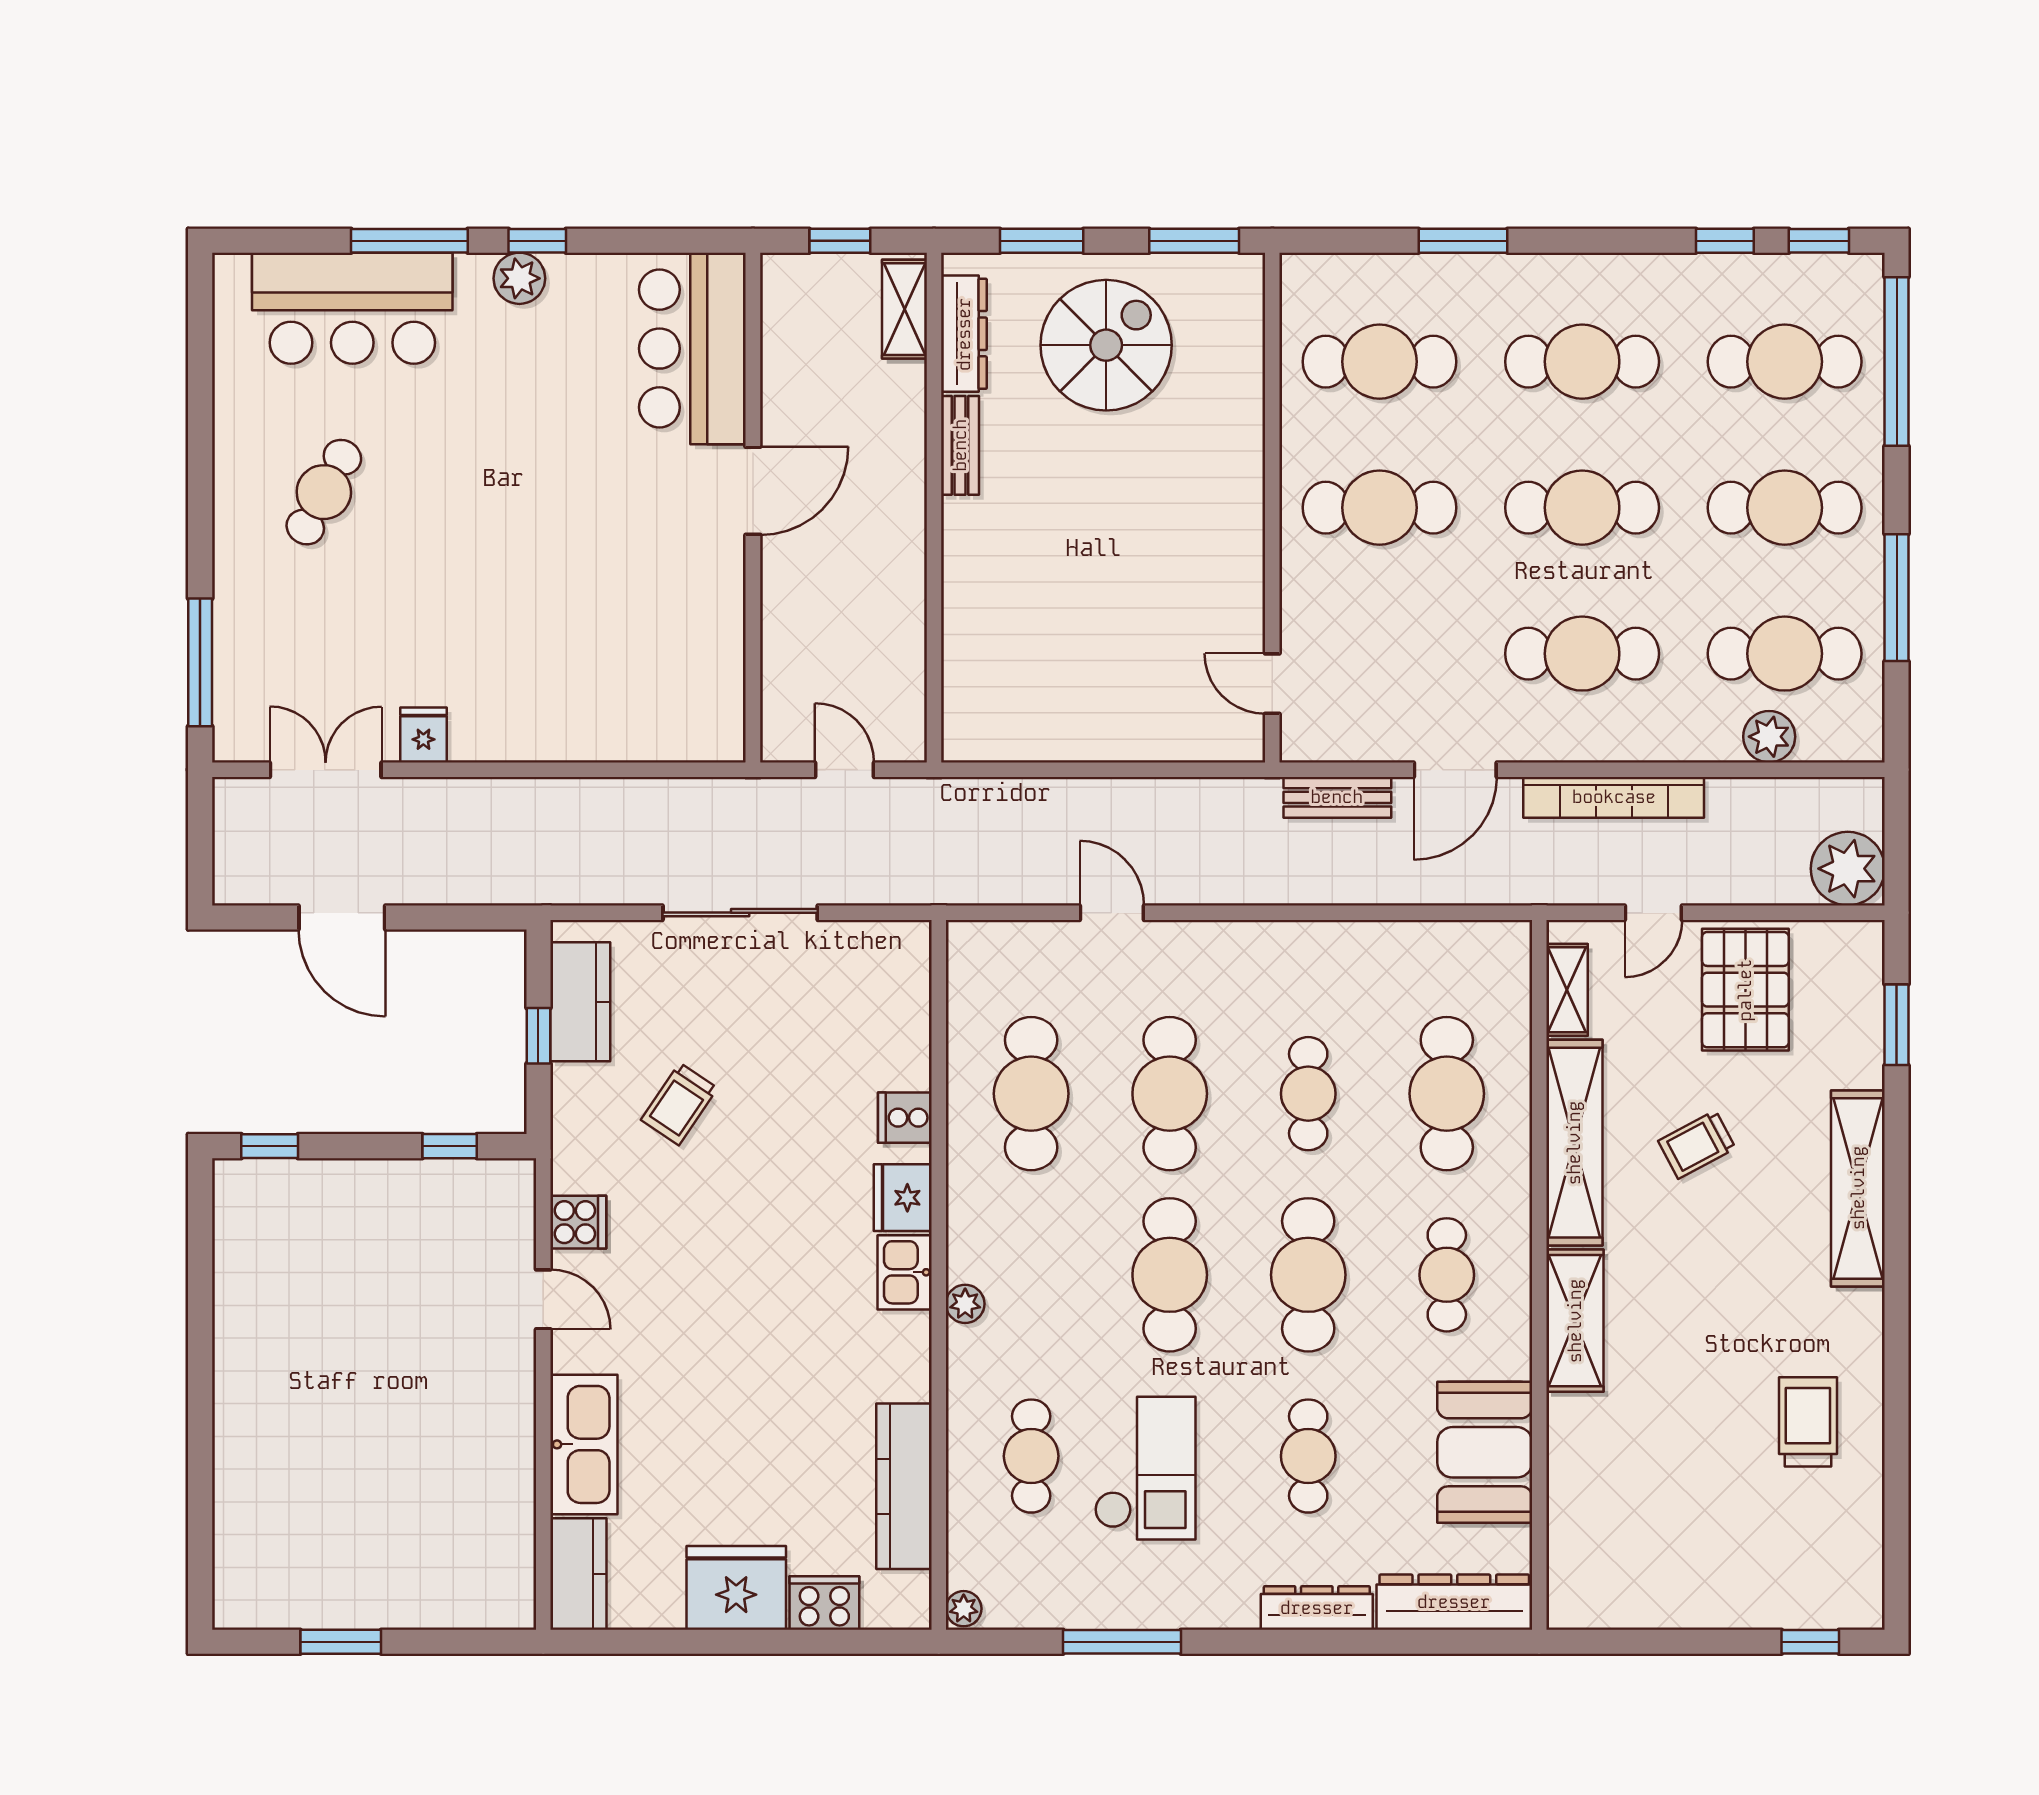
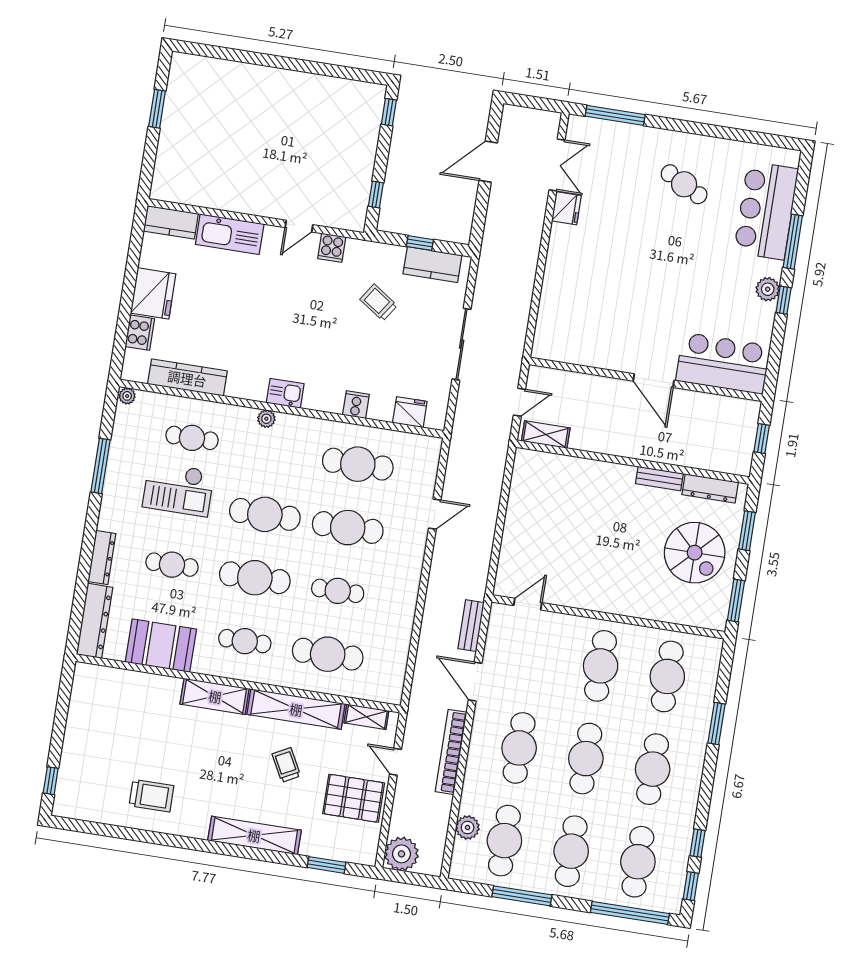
shelving: (905, 309) -> (546, 435), moved
fridge: (423, 735) -> (566, 208), width x1.38
fridge: (903, 1198) -> (410, 412), moved

